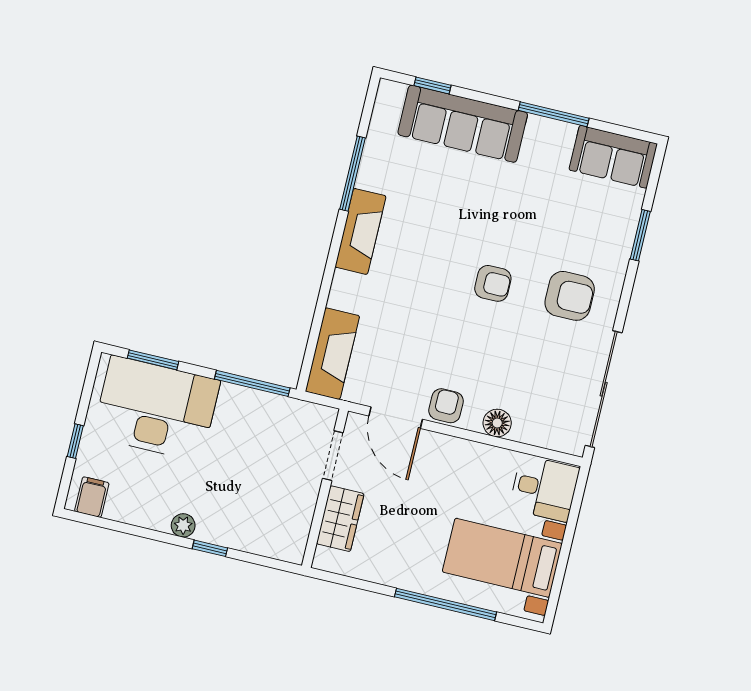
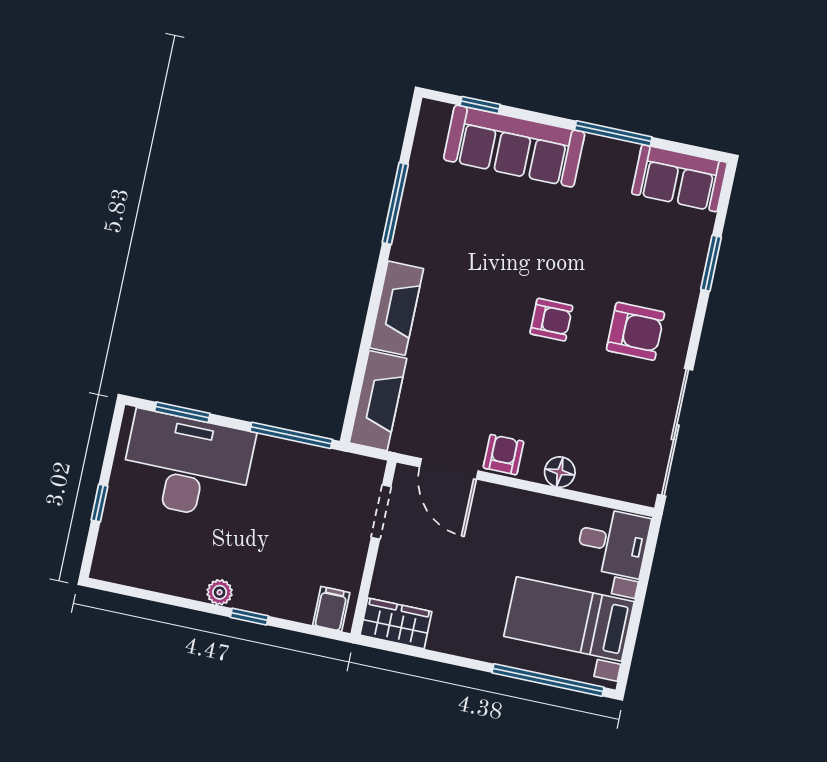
fireplace: (360, 231) -> (396, 308), moved
filing cabinet: (92, 497) -> (331, 609), moved
wardrobe: (340, 519) -> (396, 623), moved, turned -90
window: (446, 604) -> (548, 680), moved

